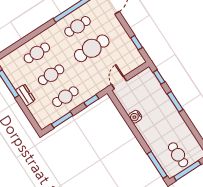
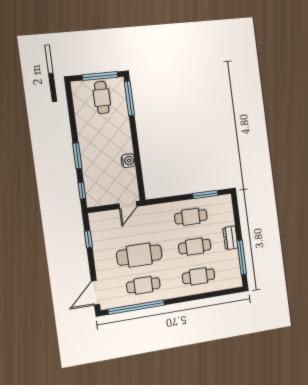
window: (91, 101) -> (166, 200), removed

